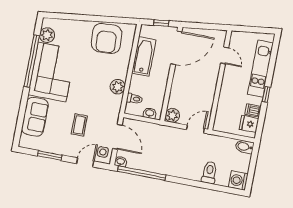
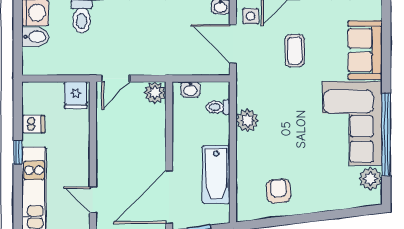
armchair: (106, 38) -> (279, 191), width x0.53, depth x0.53
fridge: (249, 124) -> (76, 95), moved, turned 90
bidet: (245, 147) -> (35, 37), moved

